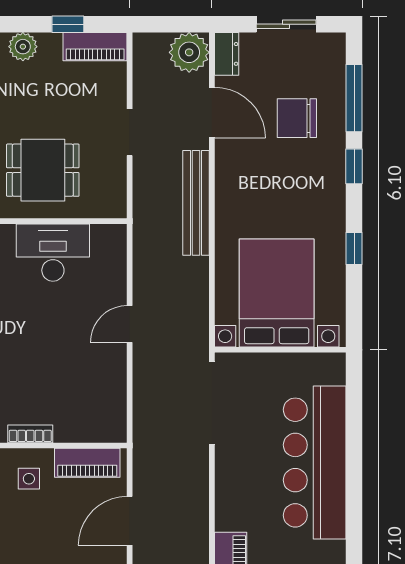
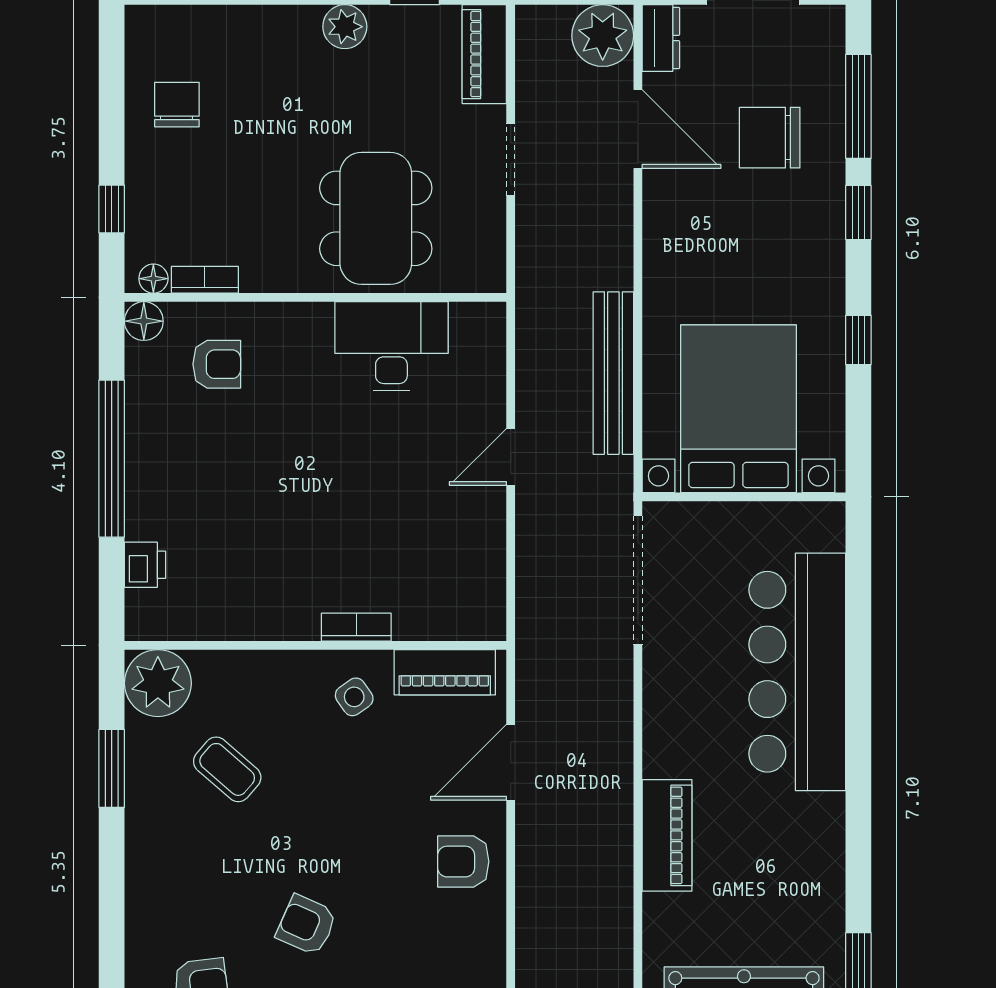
piano: (95, 47) -> (484, 54), moved, turned 90
dining table: (43, 170) -> (376, 218), width x1.38
bench: (196, 203) -> (613, 373), moved
side table: (29, 479) -> (354, 697), turned -35

